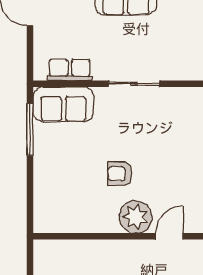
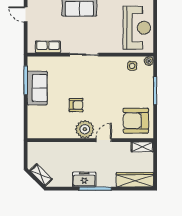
sofa: (63, 104) -> (37, 88), moved, turned -90
armchair: (120, 174) -> (76, 105), turned 180

